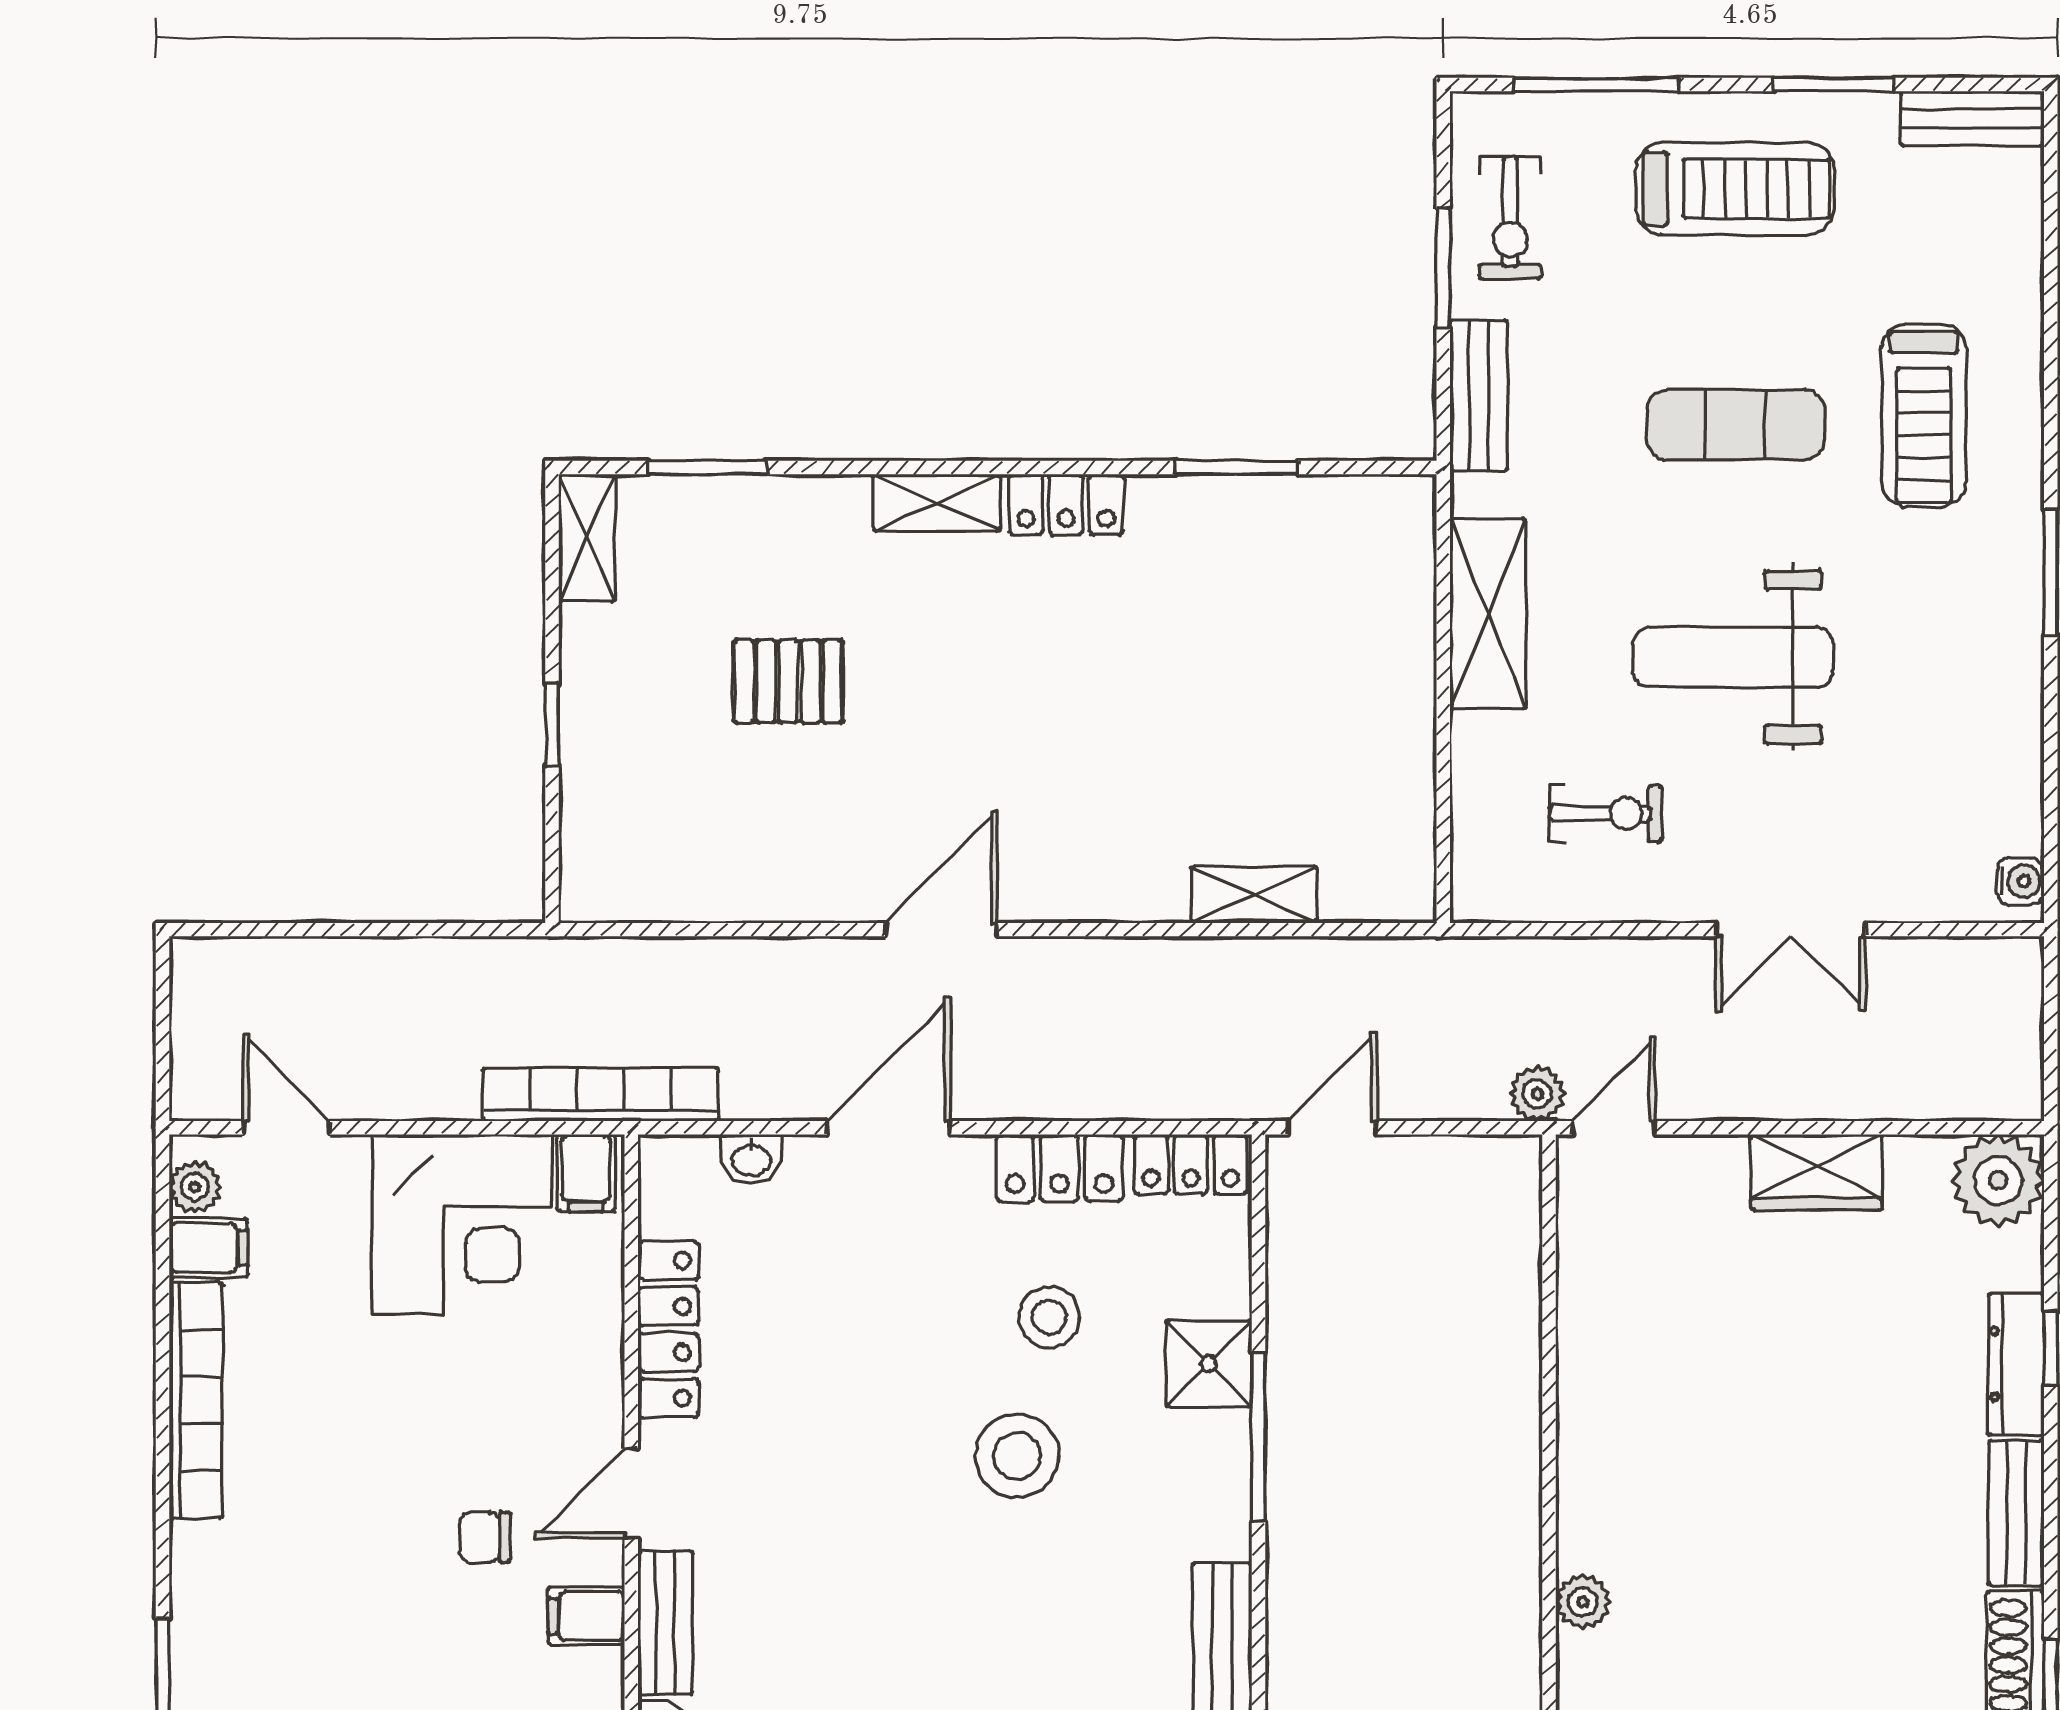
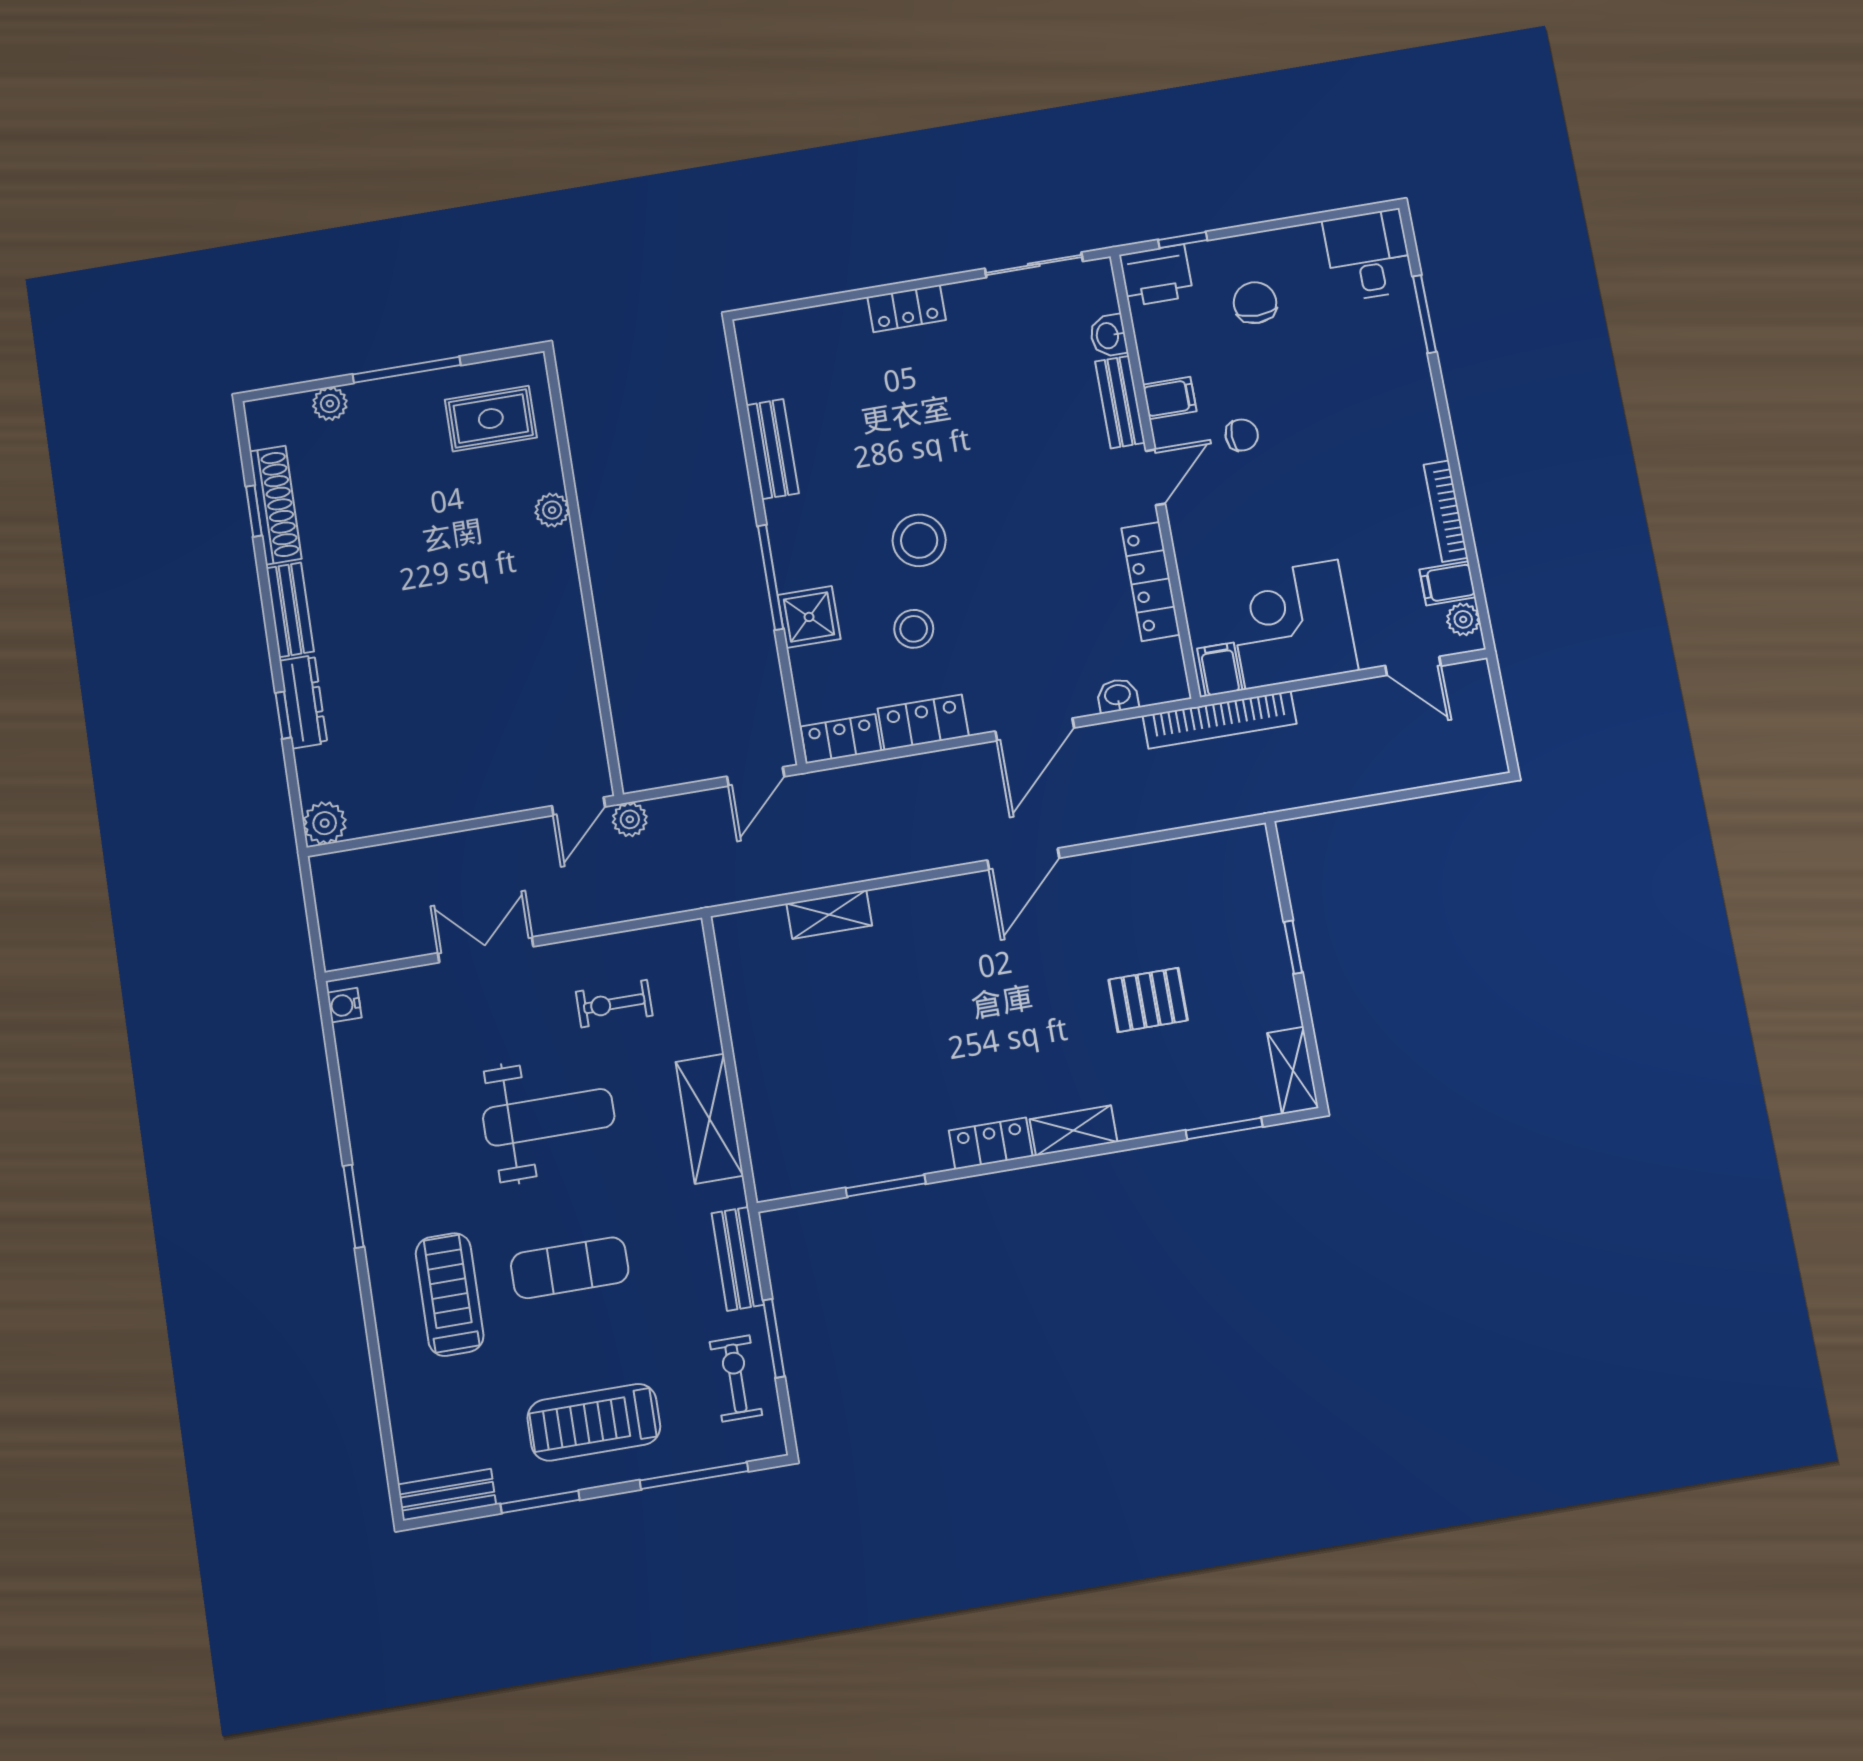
wardrobe: (1816, 1172) -> (447, 800), removed
plant: (1998, 1180) -> (325, 823), width x0.73, depth x0.73
bookcase: (196, 1400) -> (1446, 511), width x0.68, depth x0.76

